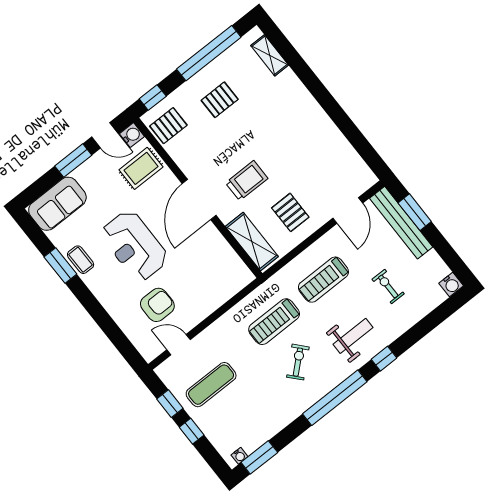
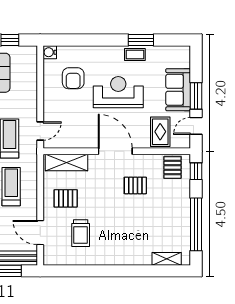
pallet: (220, 100) -> (135, 185), moved, turned 90
water cooler: (132, 135) -> (50, 52), moved, turned 90
trolley: (247, 181) -> (81, 233), moved
sofa: (57, 204) -> (178, 90), moved
door: (179, 345) -> (40, 131), moved

